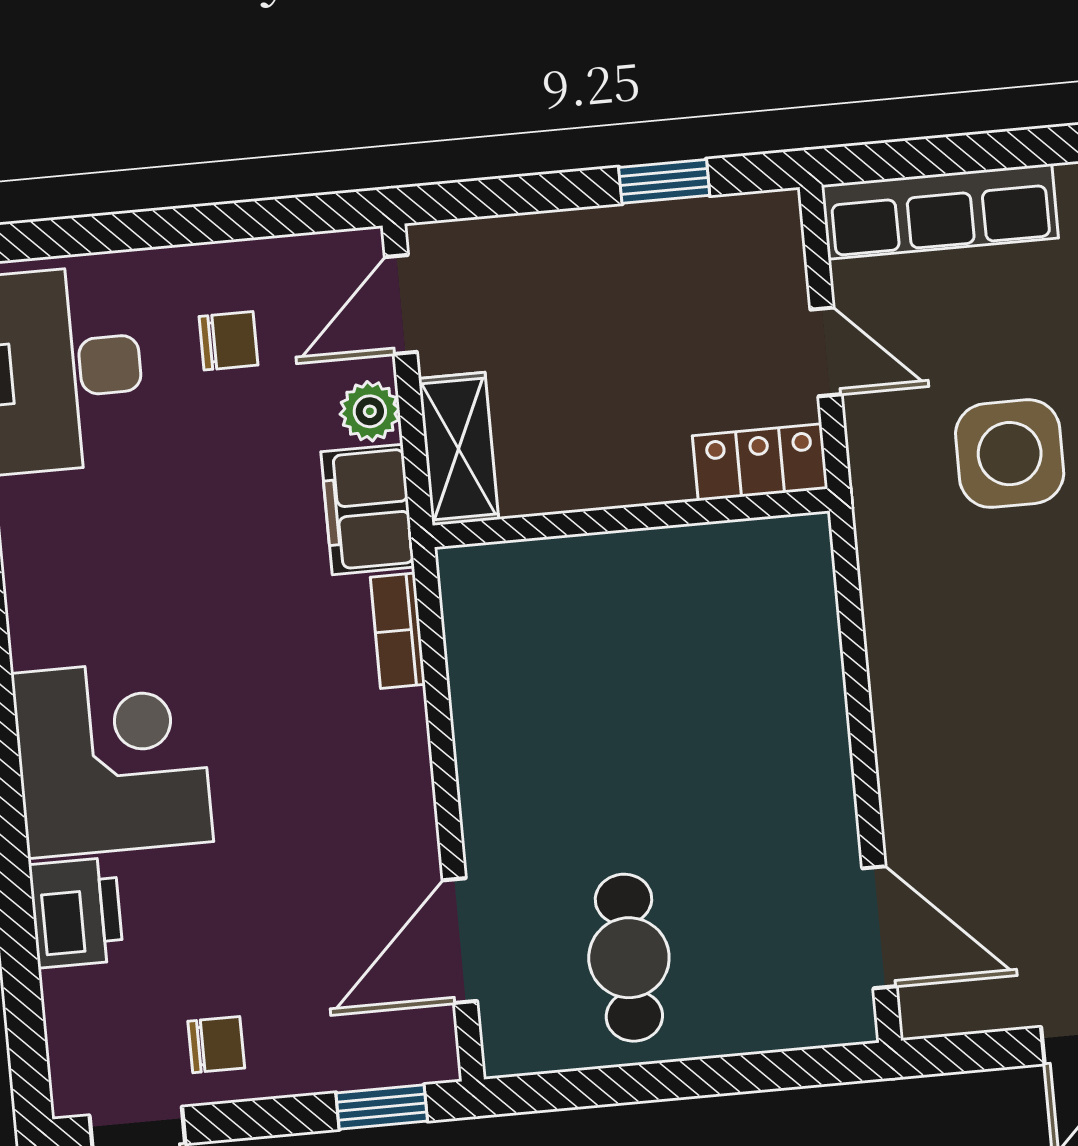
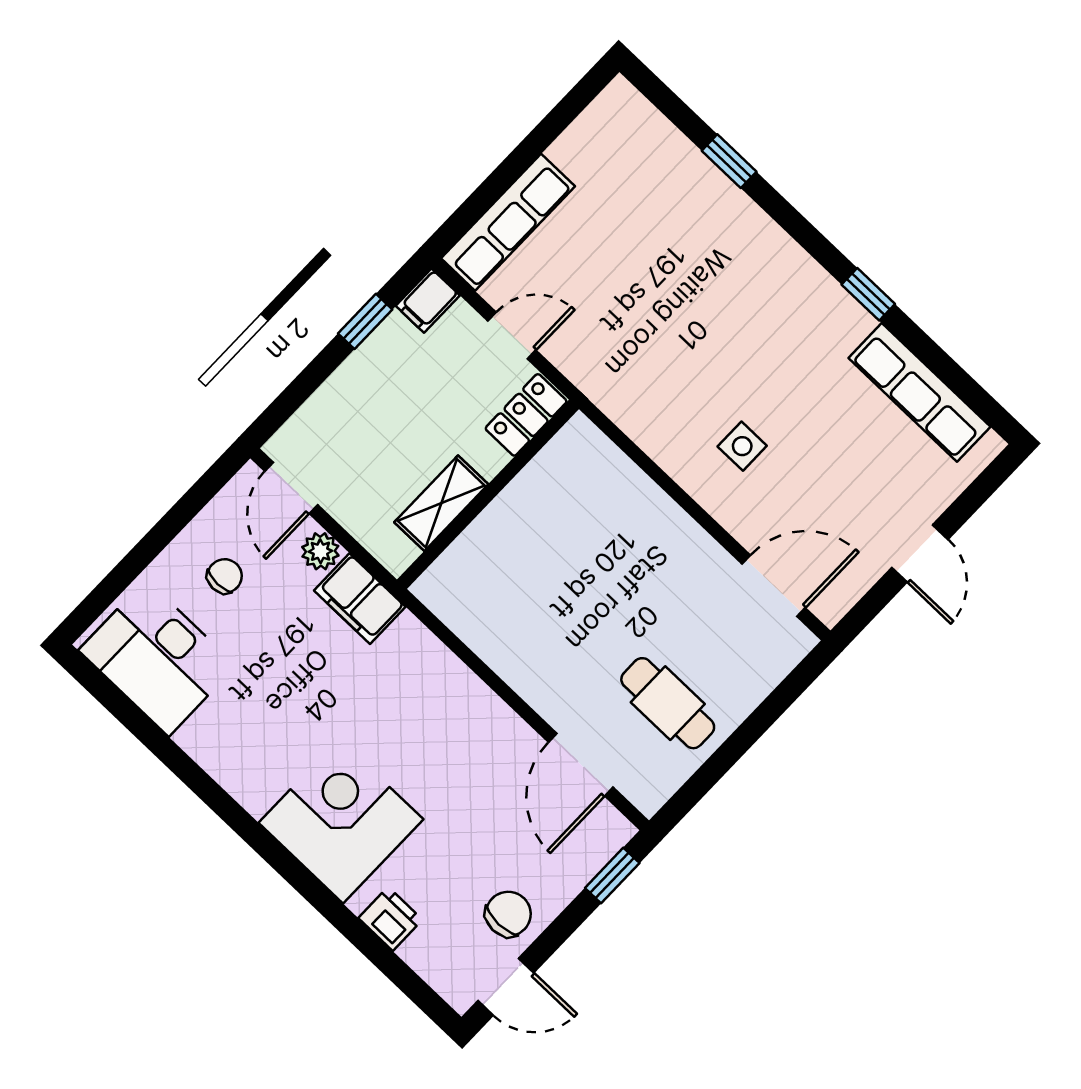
filing cabinet: (761, 222) -> (428, 301), added
shelving: (459, 449) -> (441, 503), moved, turned 90
side table: (1010, 454) -> (742, 446), moved, width x0.54, depth x0.54
bookcase: (398, 631) -> (424, 644), removed
printer: (76, 913) -> (390, 919), width x0.73, depth x0.81
chair: (216, 1045) -> (508, 914), width x1.37, depth x1.37

